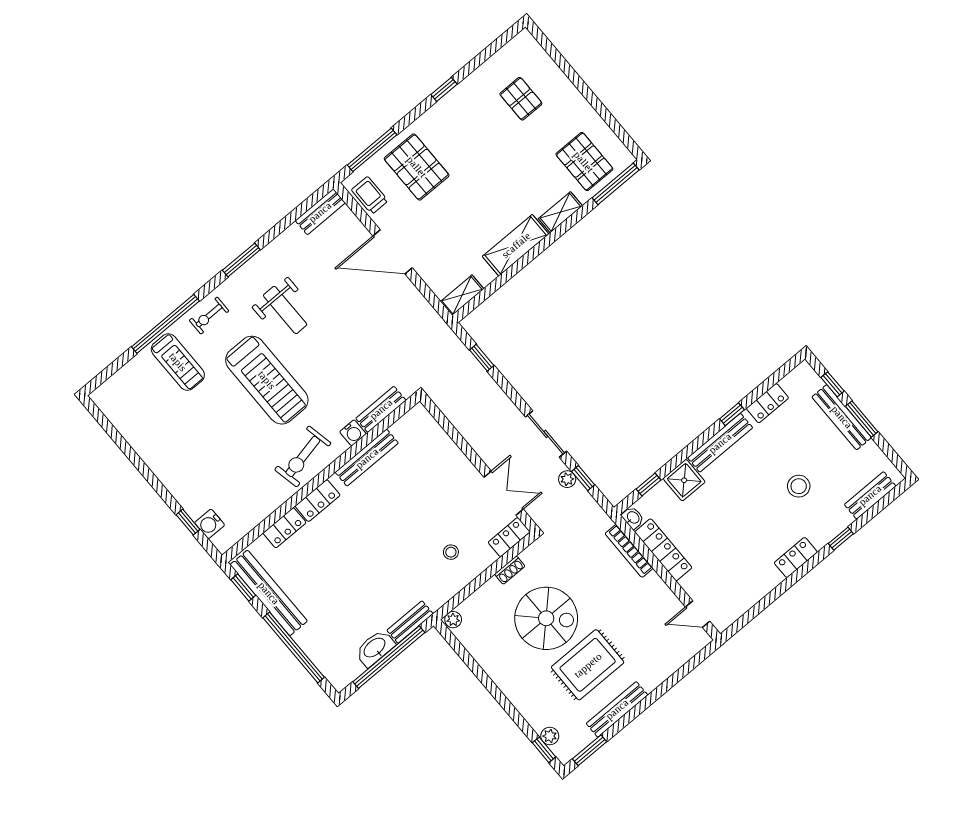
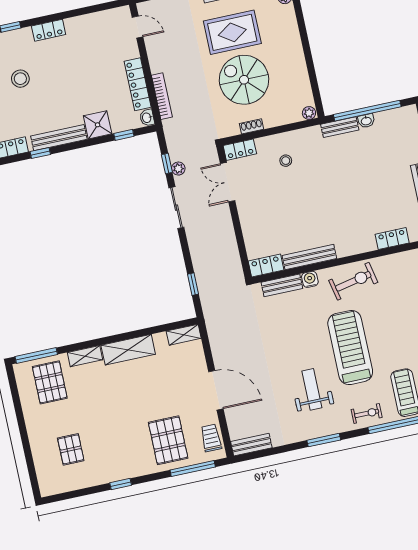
trolley: (370, 195) -> (211, 438), turned 180
locker: (318, 501) -> (266, 265), moved
washbasin: (375, 648) -> (366, 121), width x0.52, depth x0.69

